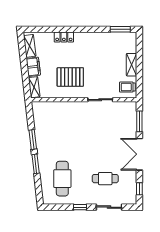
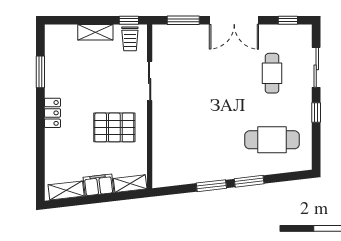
window: (120, 29) -> (40, 72), moved
locker: (64, 37) -> (52, 113), moved
pallet: (70, 77) -> (114, 127), turned 90
window: (139, 86) -> (129, 20), added

